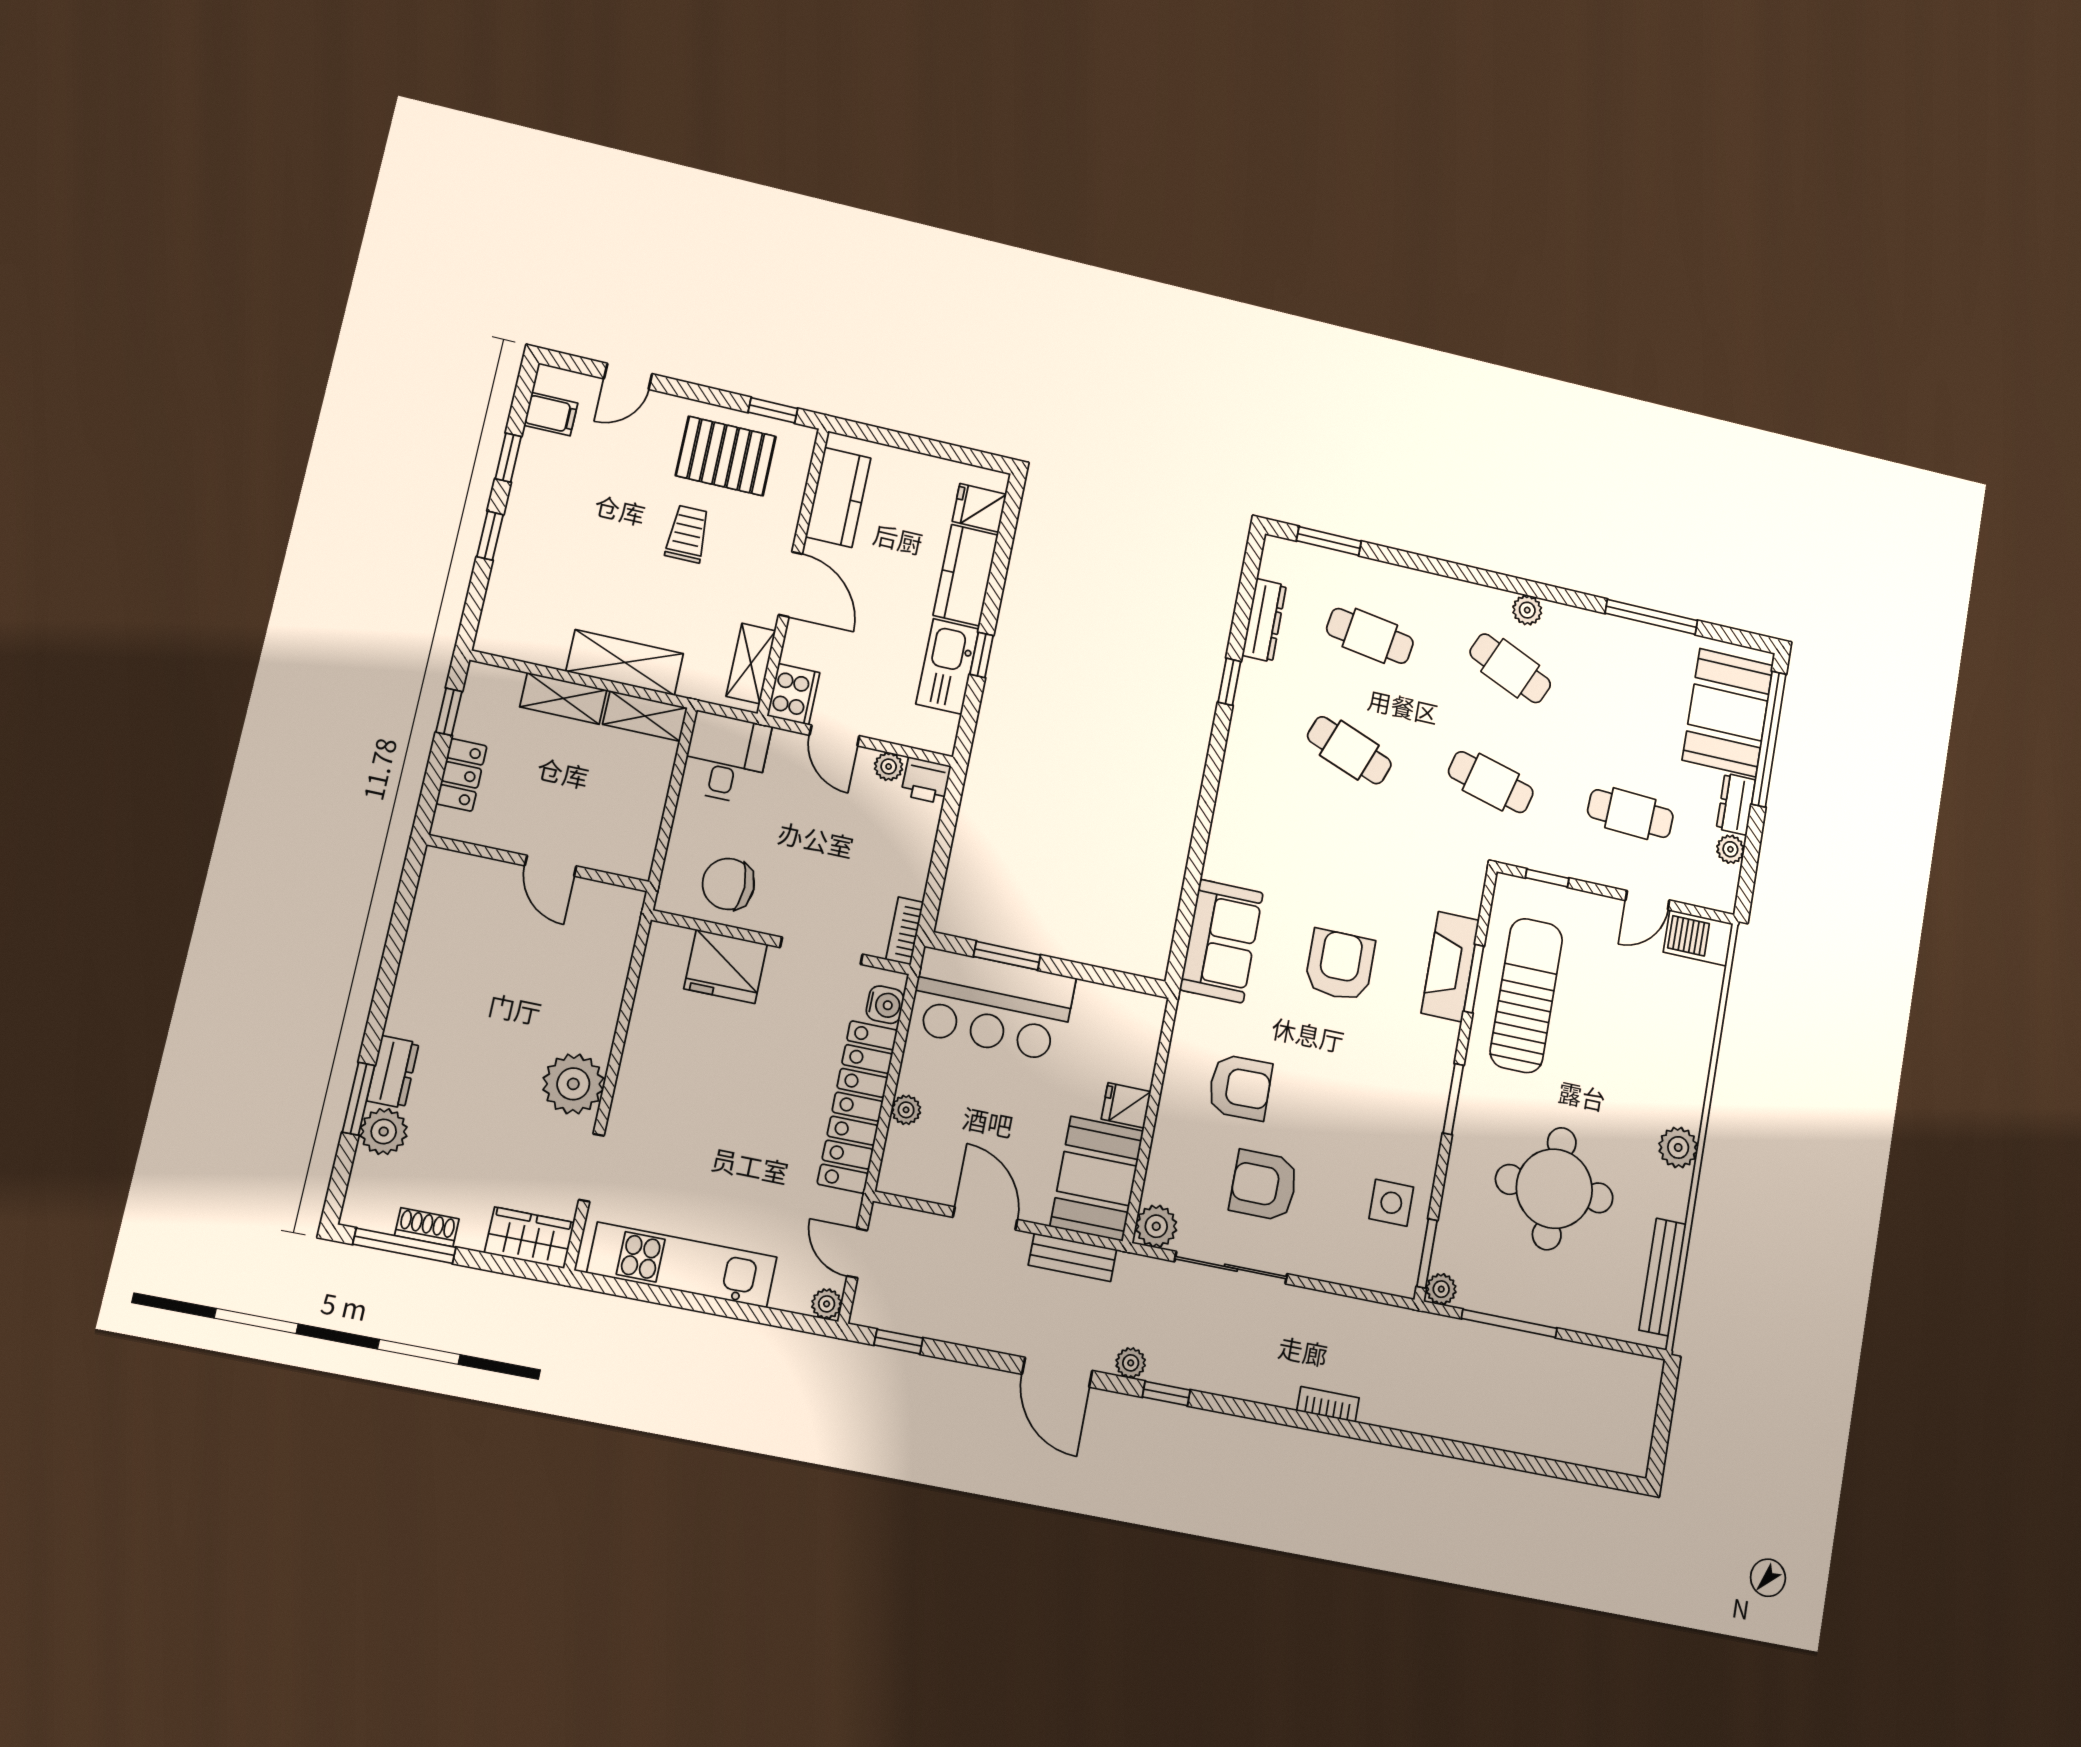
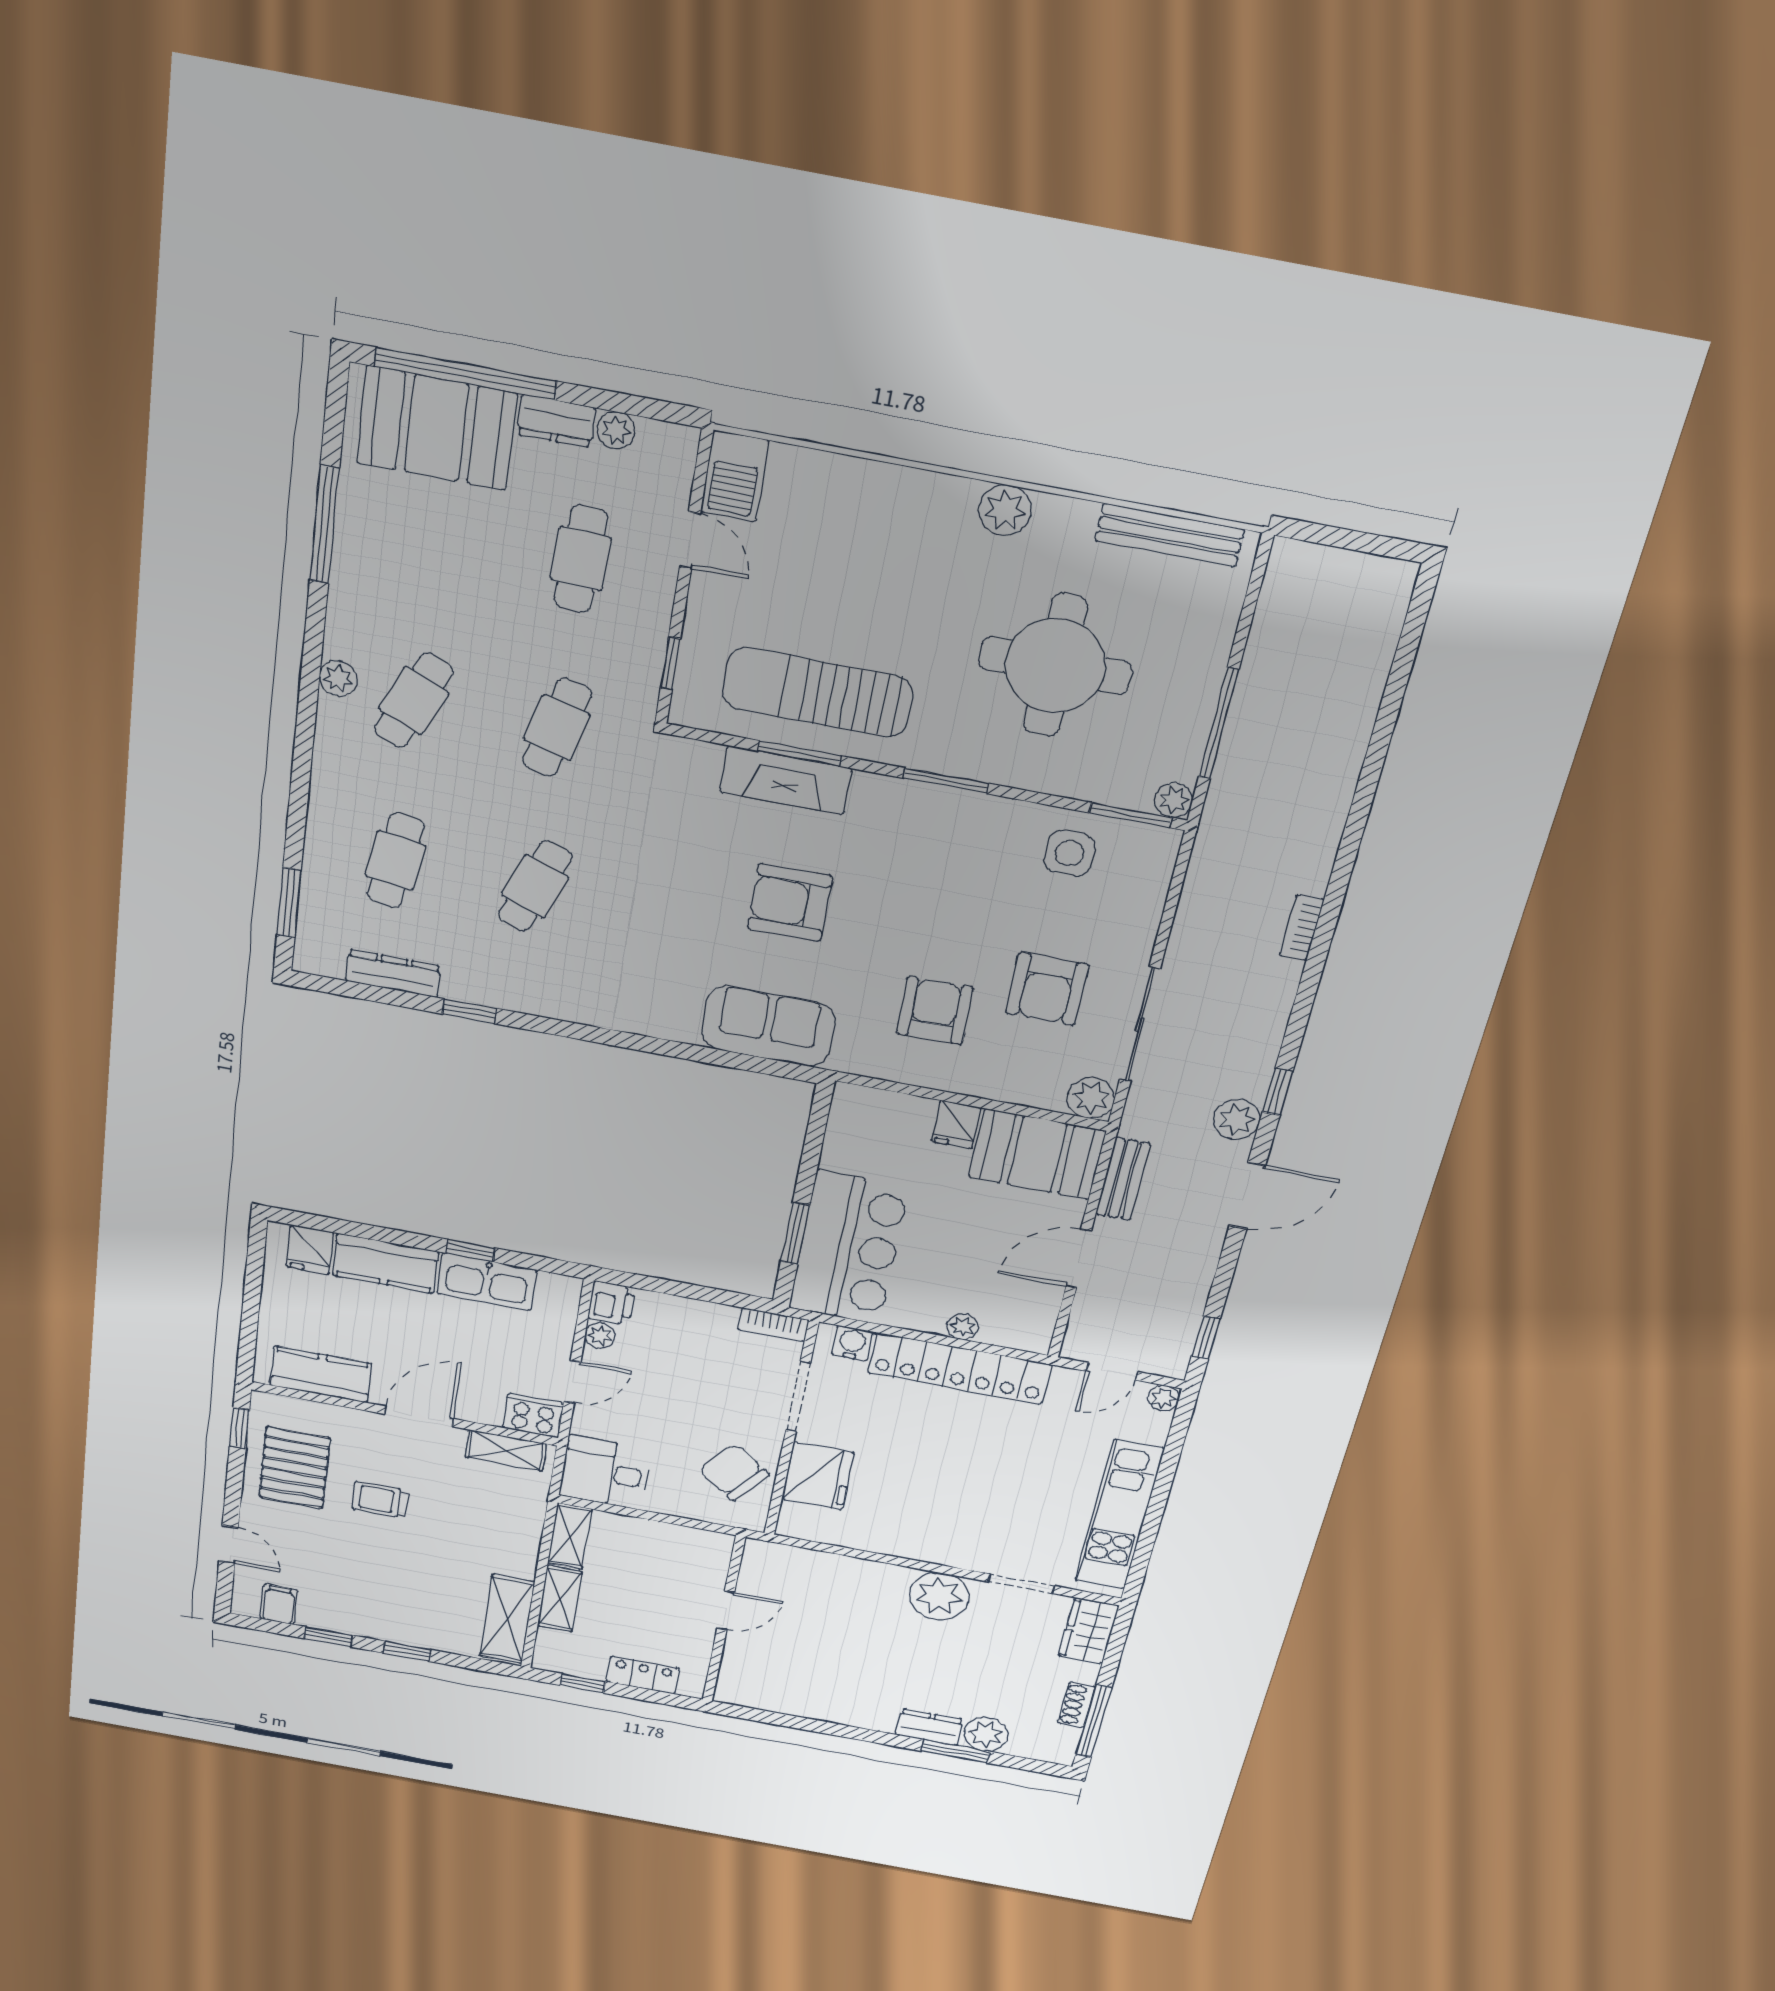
shelving: (625, 663) -> (507, 1619), moved
chair: (728, 884) -> (734, 1472), turned 127
plant: (1131, 1363) -> (1237, 1119), width x1.38, depth x1.38

